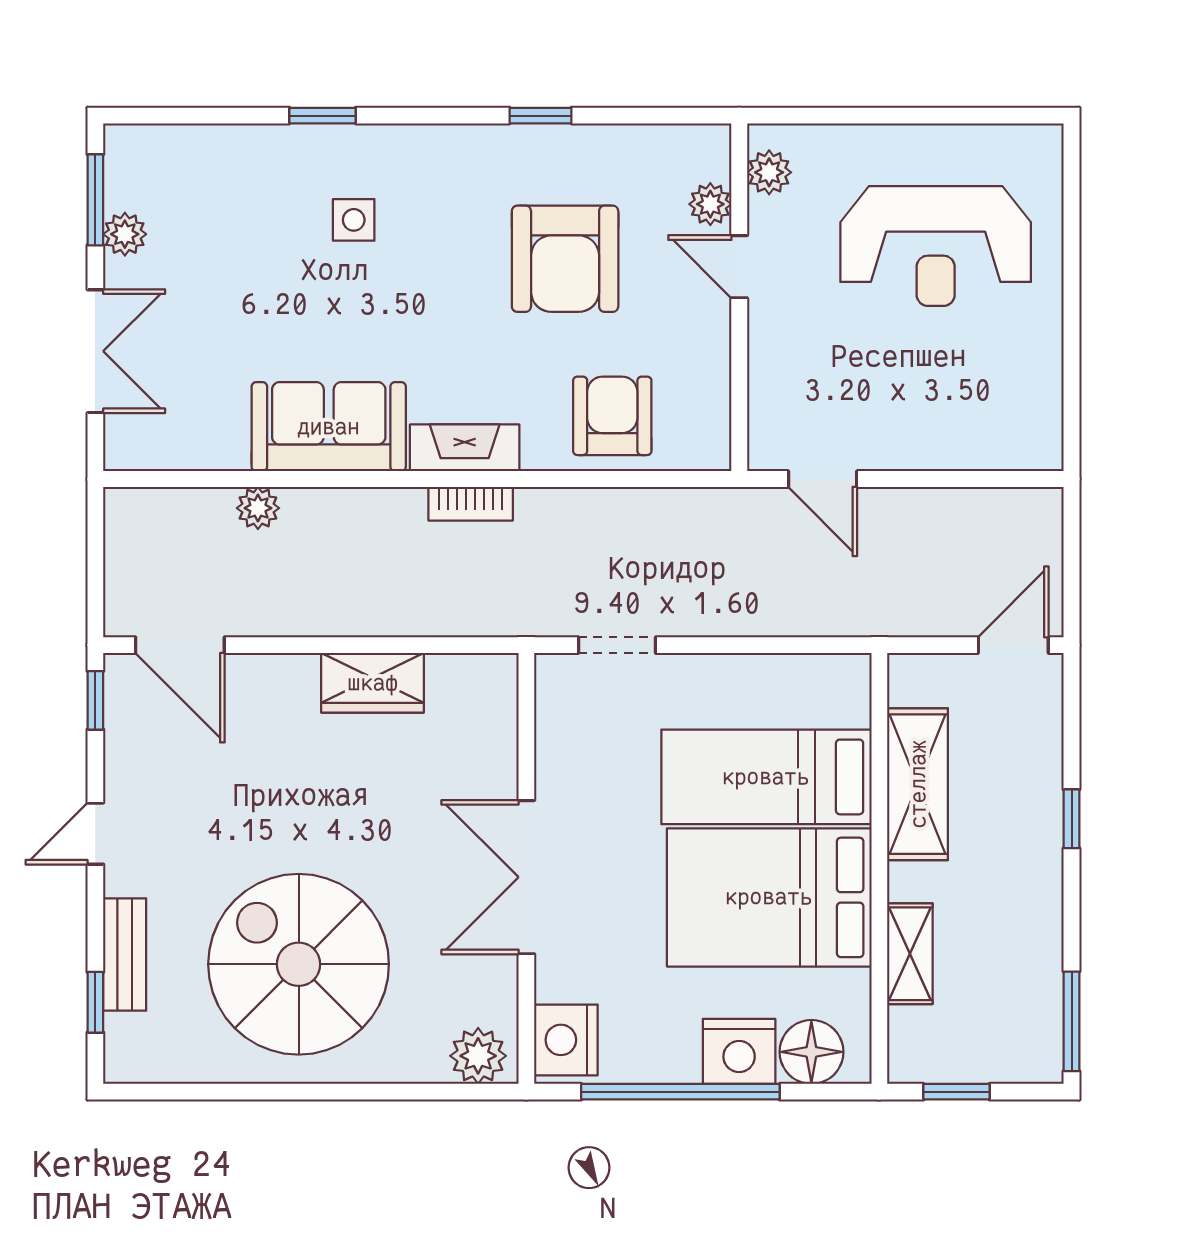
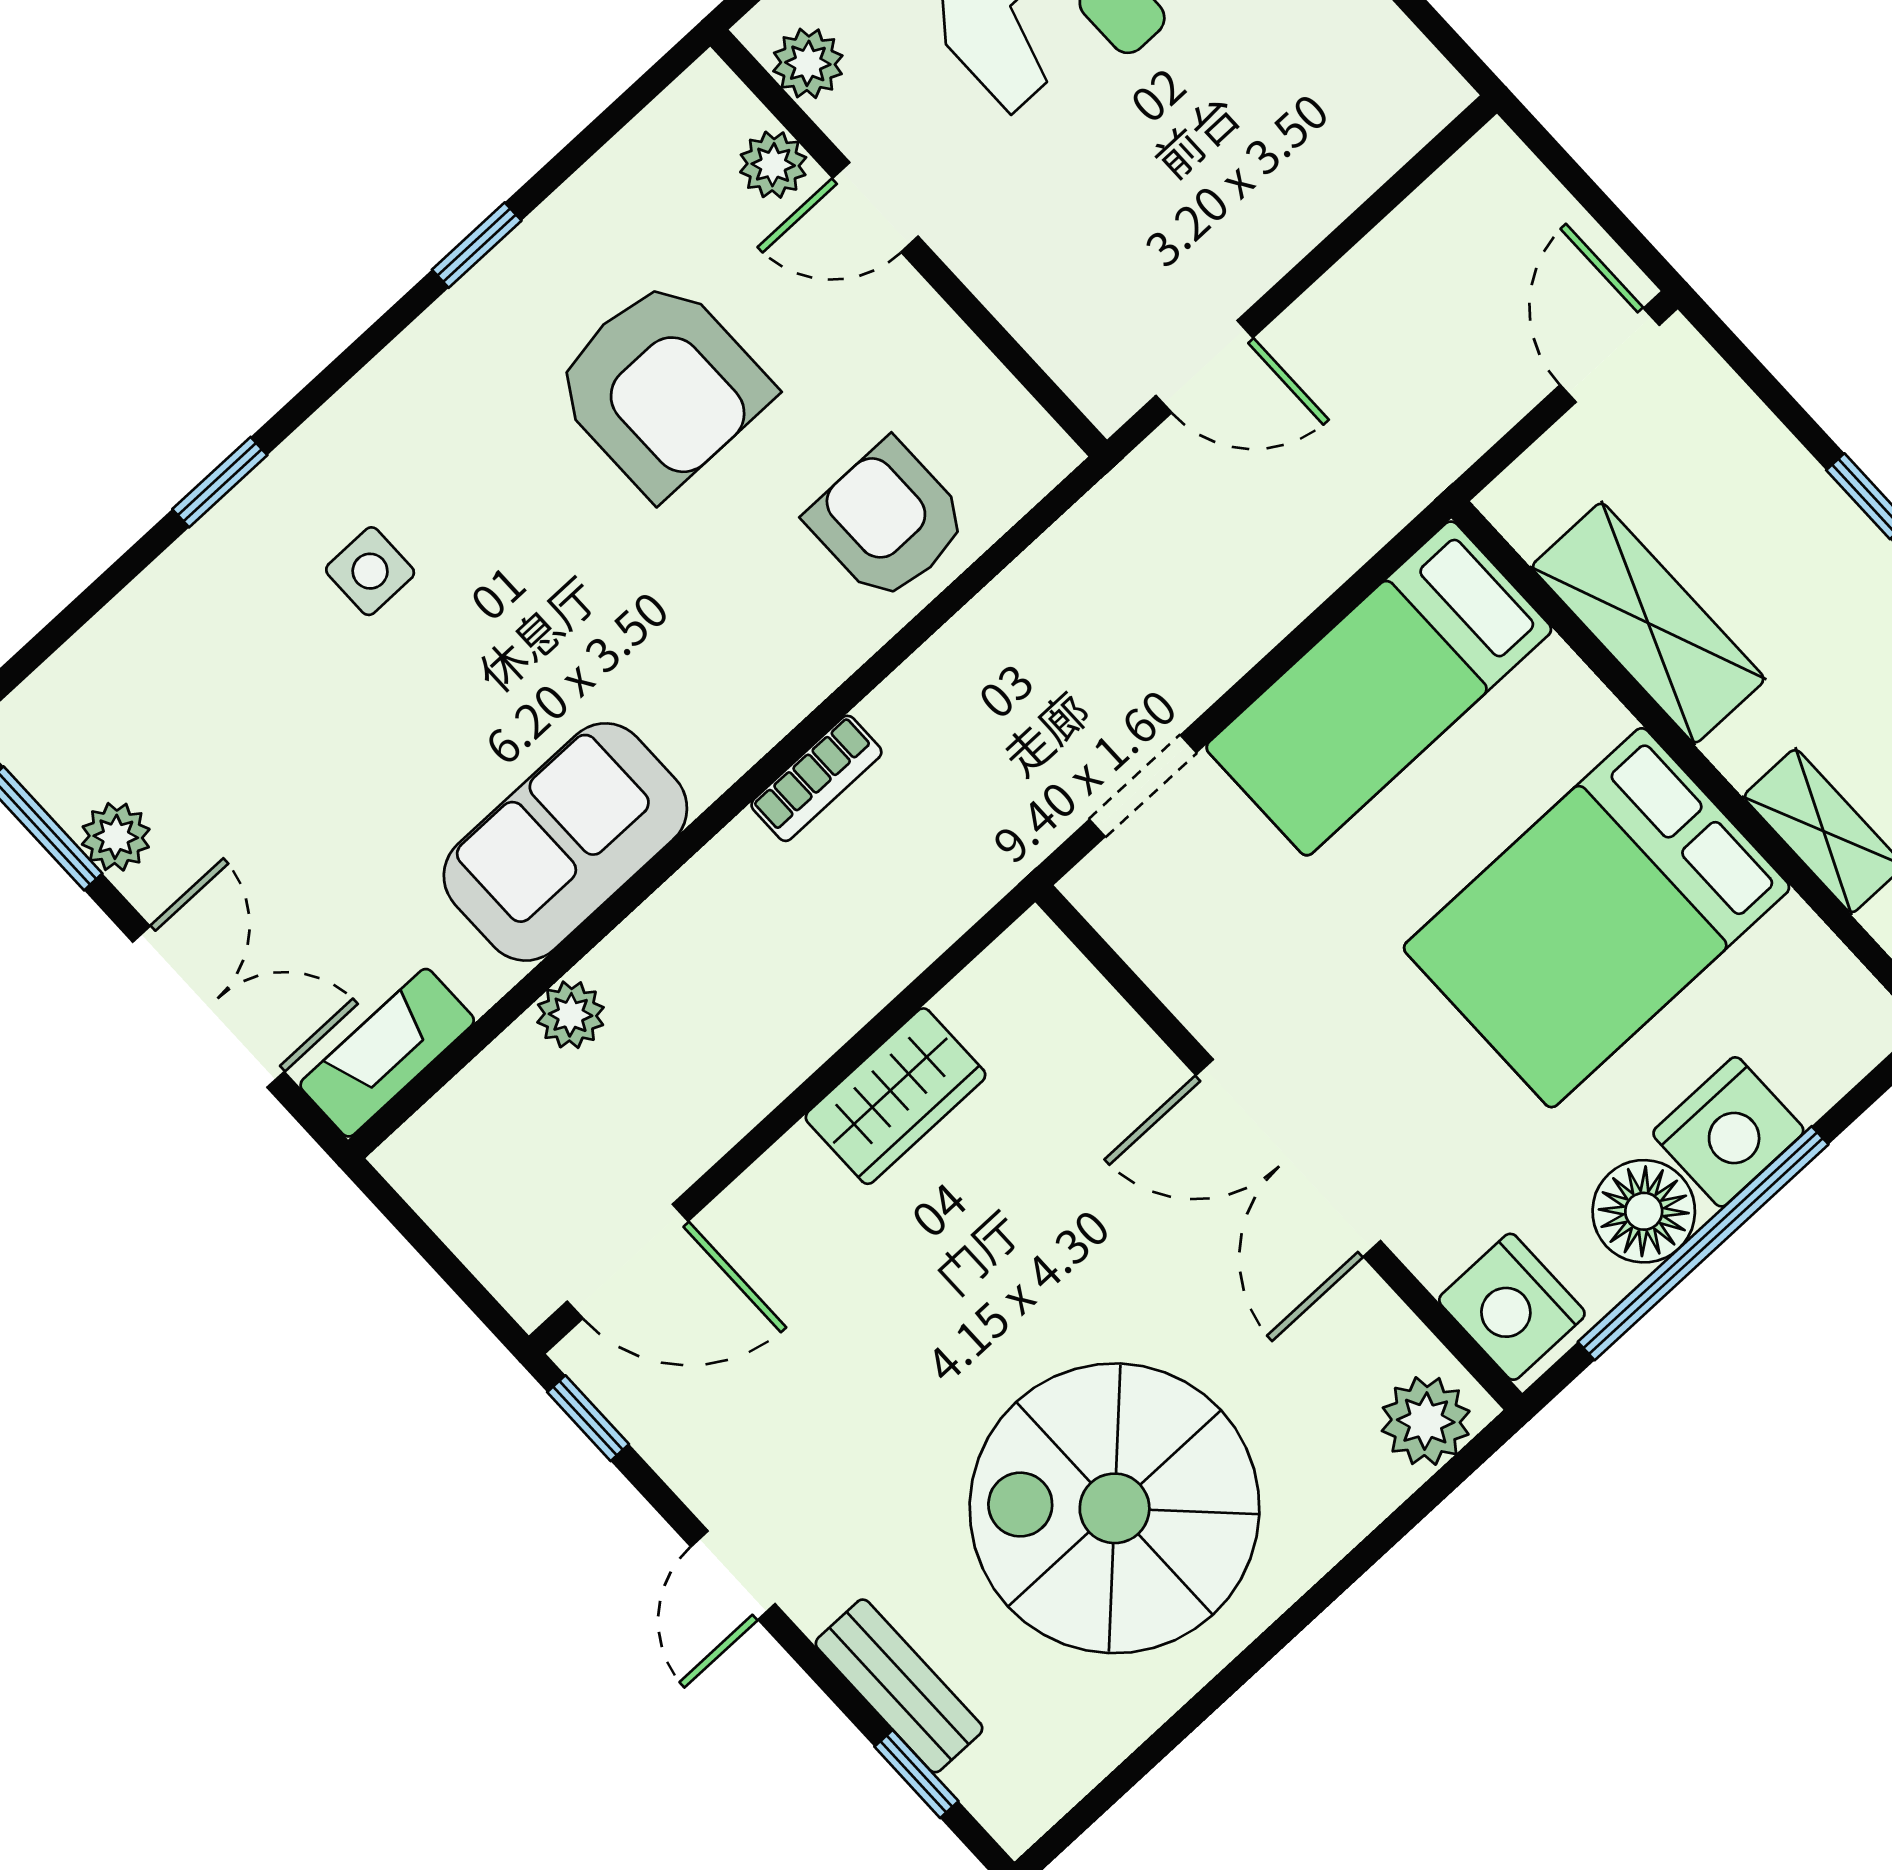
fireplace: (465, 448) -> (387, 1053), moved
bed: (766, 777) -> (1379, 688), moved
floor lamp: (811, 1052) -> (1644, 1211), moved

